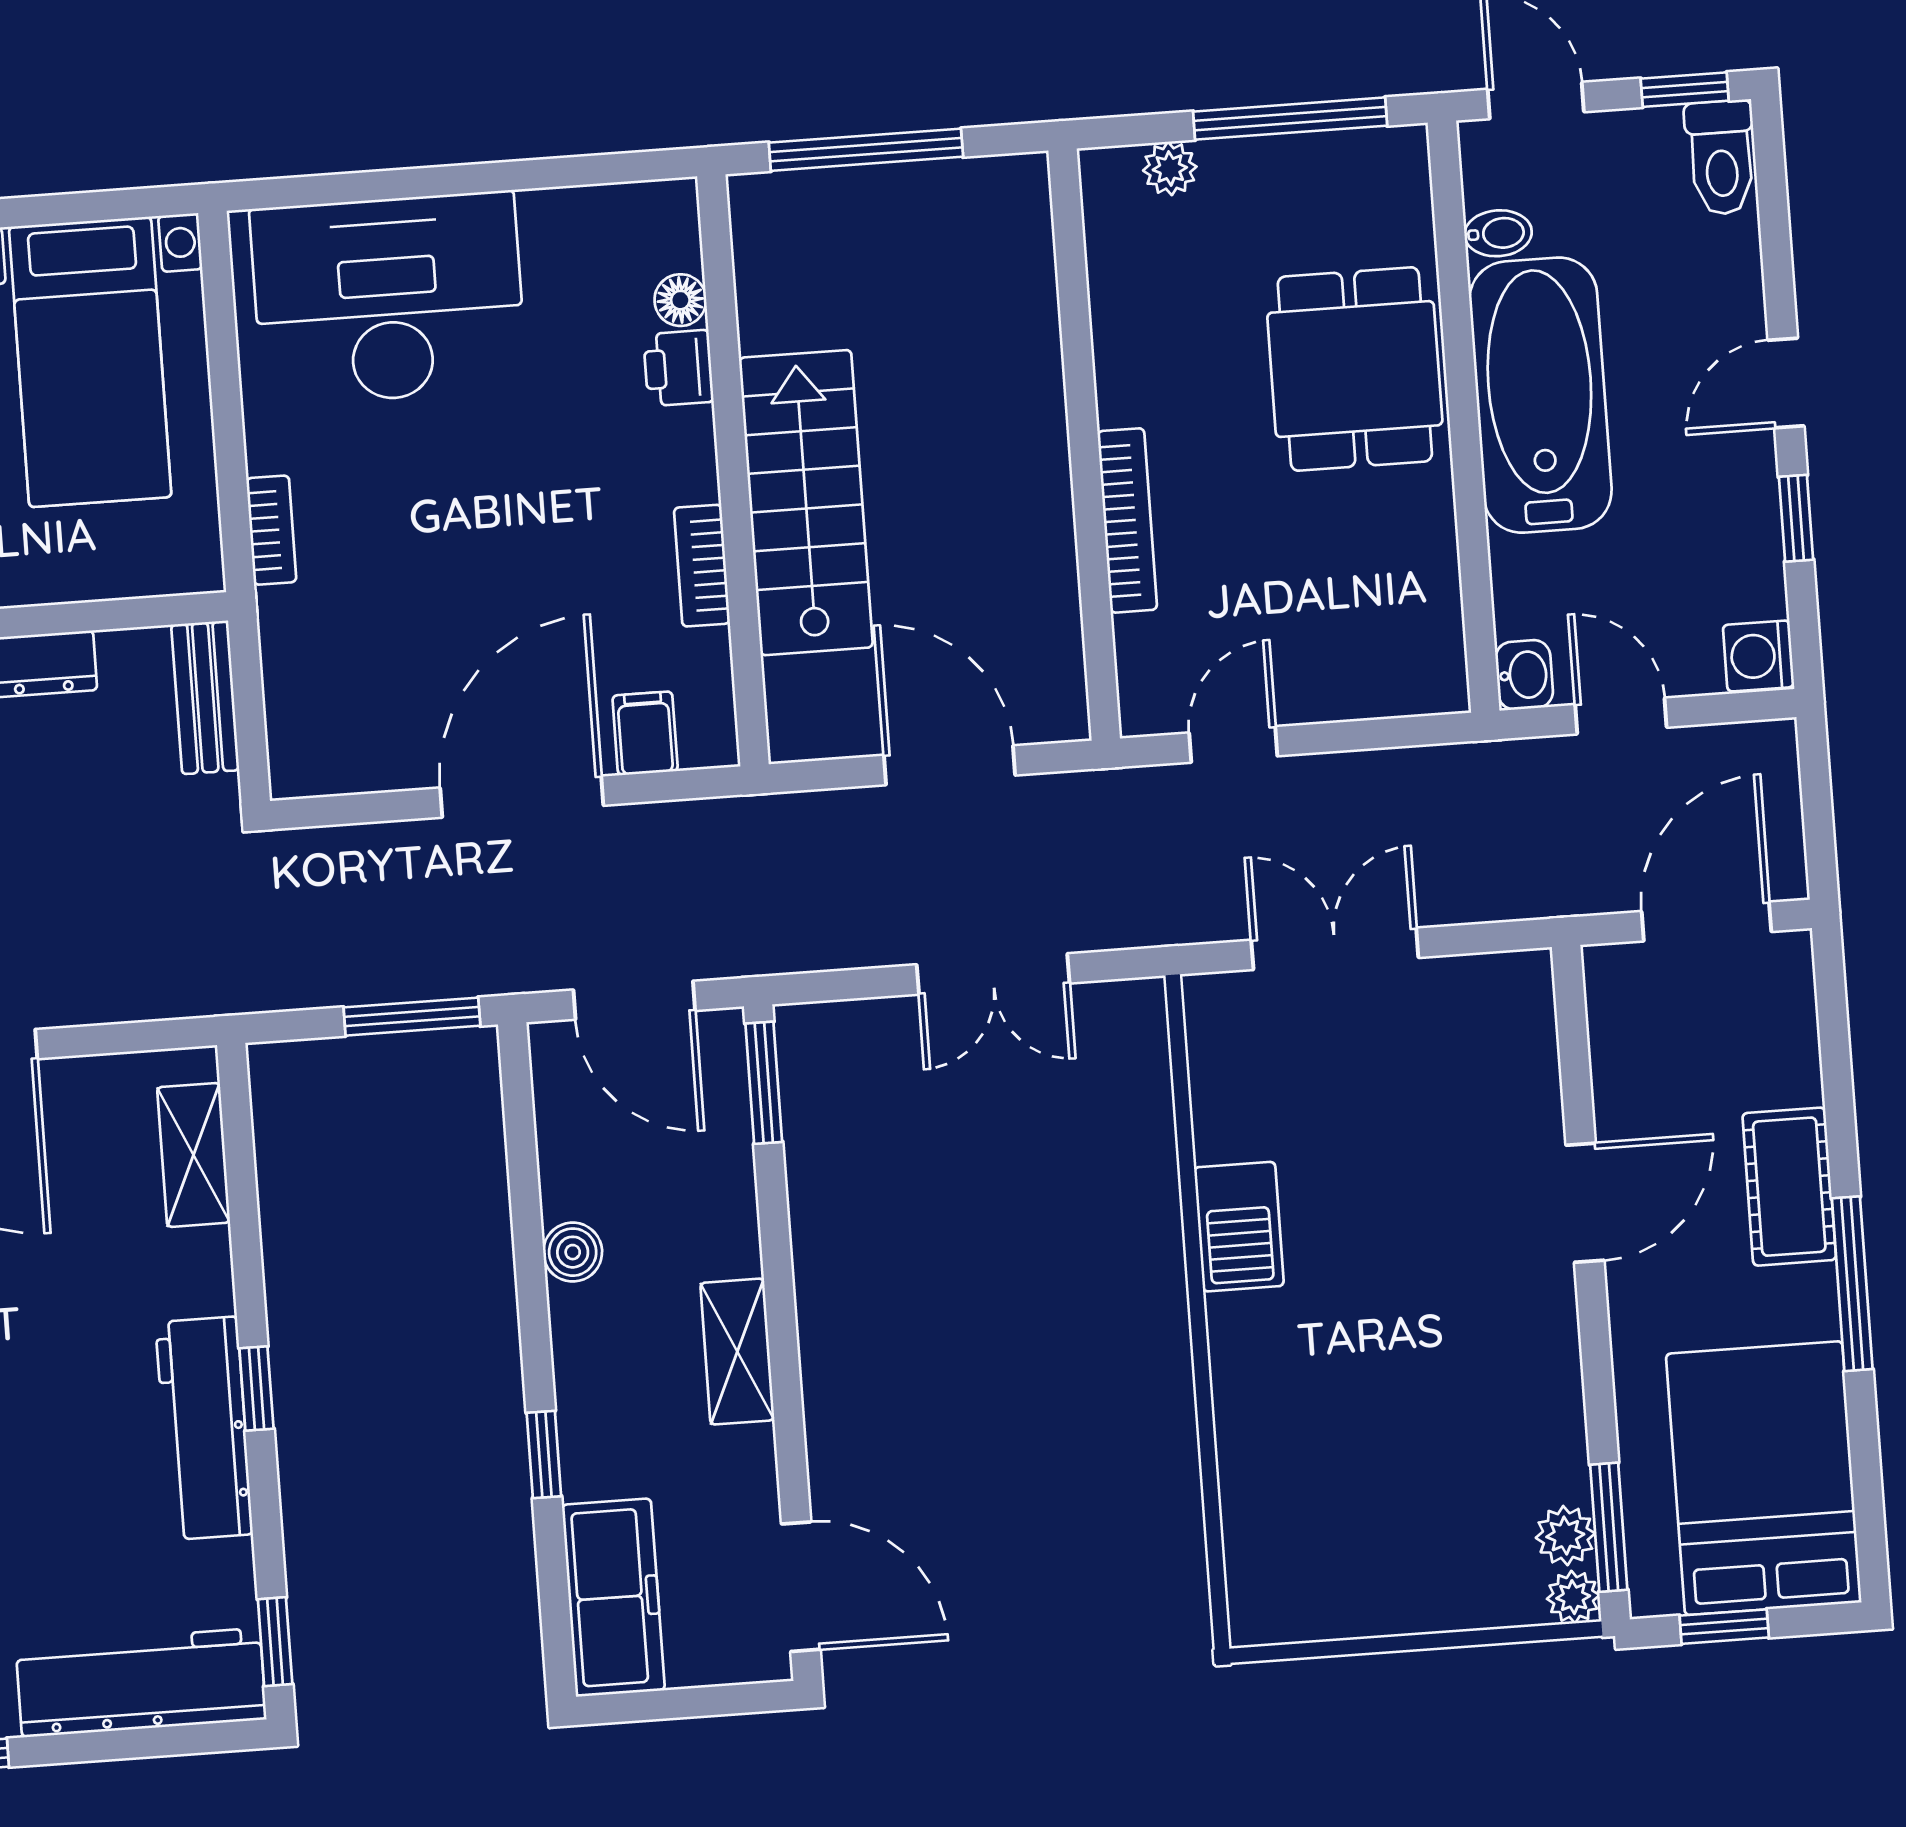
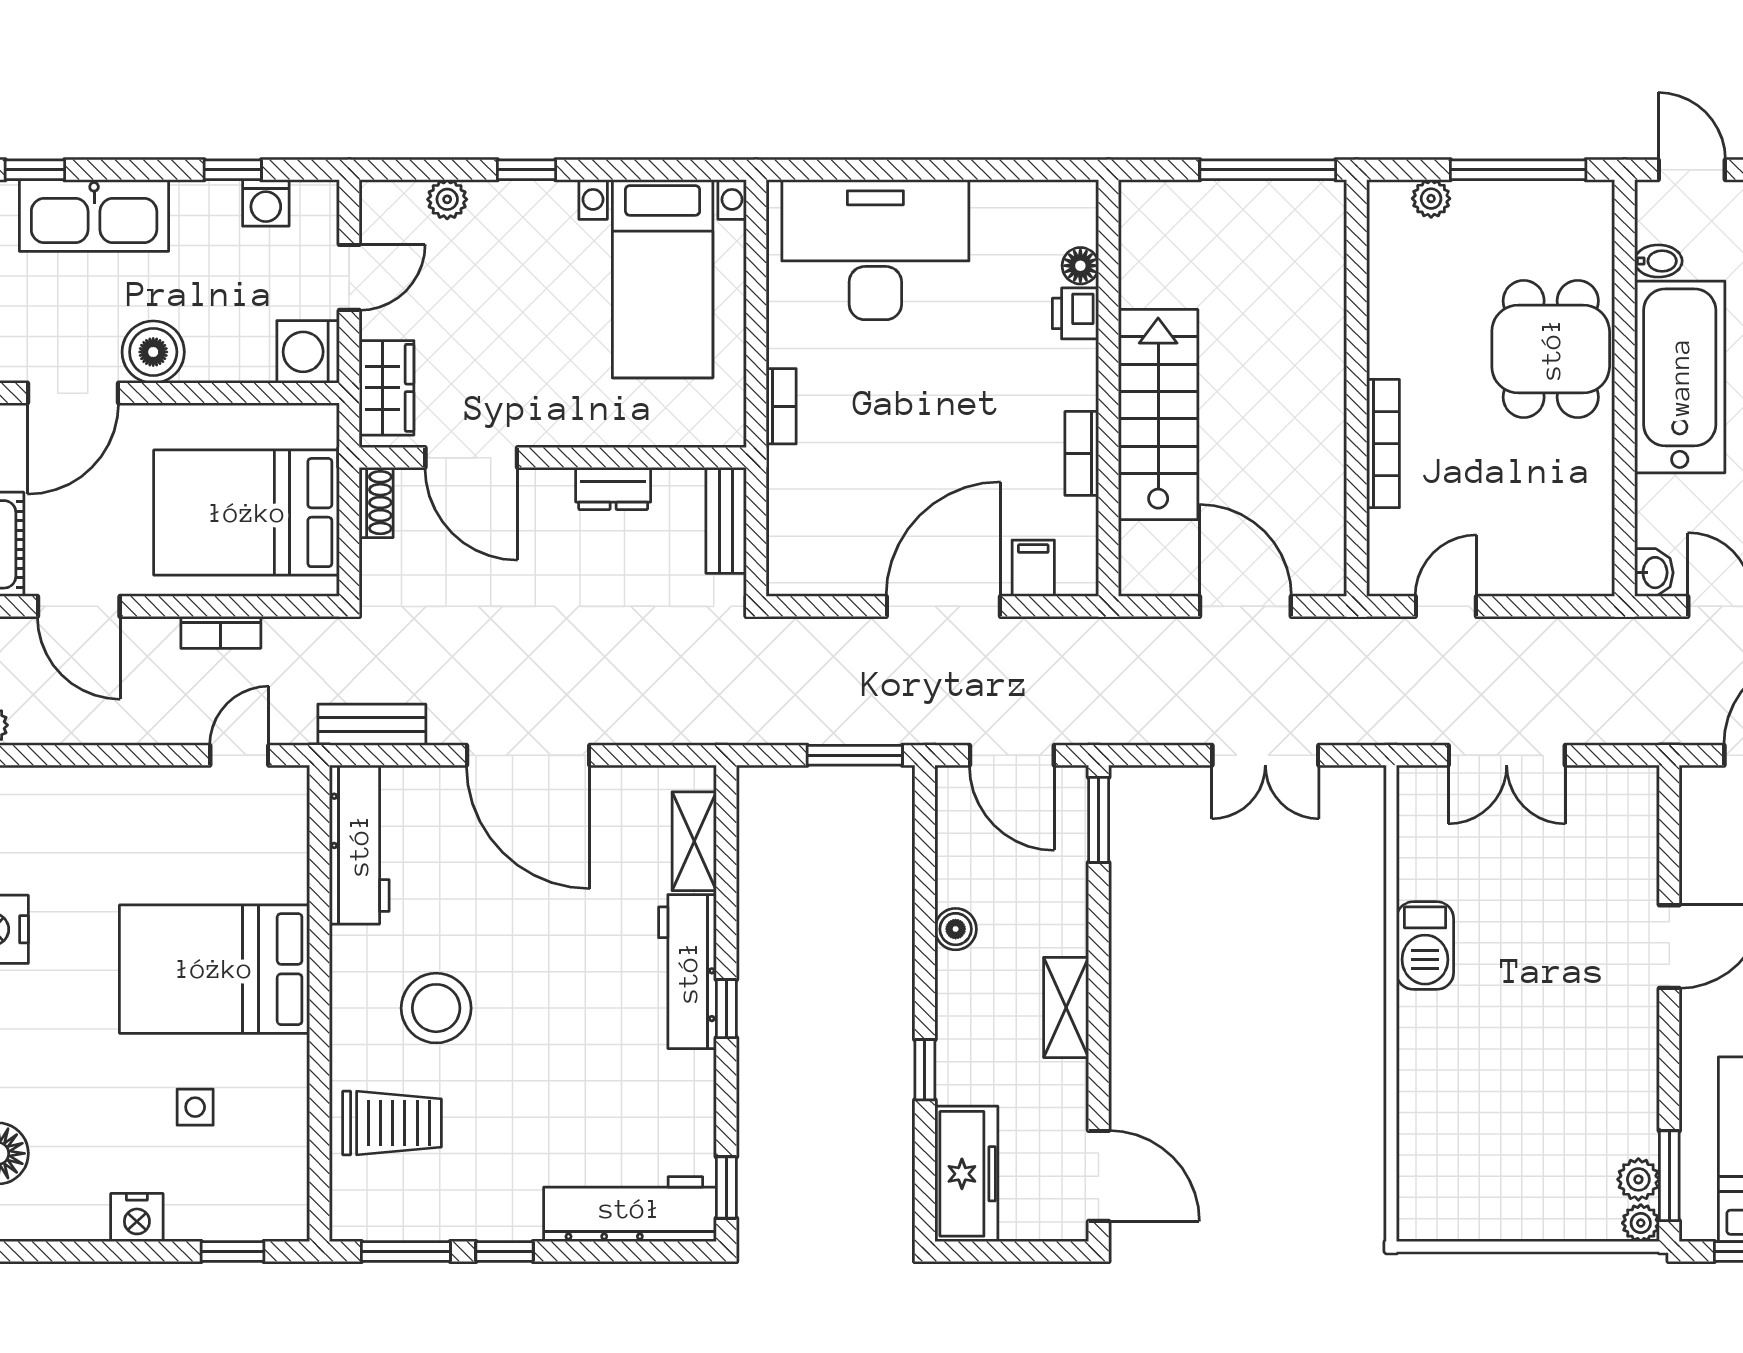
window: (866, 150) -> (1268, 170), moved
double door: (1335, 949) -> (1507, 755), swing flipped
workbench: (204, 1428) -> (688, 972), moved

